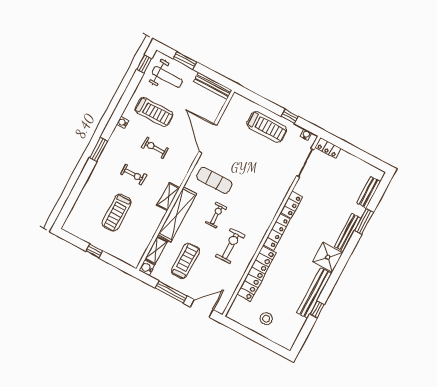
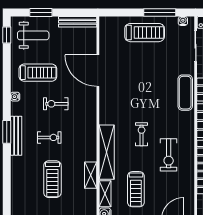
window: (290, 116) -> (160, 13), width x2.17
bench: (105, 157) -> (16, 136), added
exercise mat: (214, 180) -> (185, 93), moved, turned 90
shelving: (168, 197) -> (91, 175), moved
exercise bike: (230, 246) -> (169, 155), turned 180
treadmill: (185, 261) -> (136, 189), turned 180

